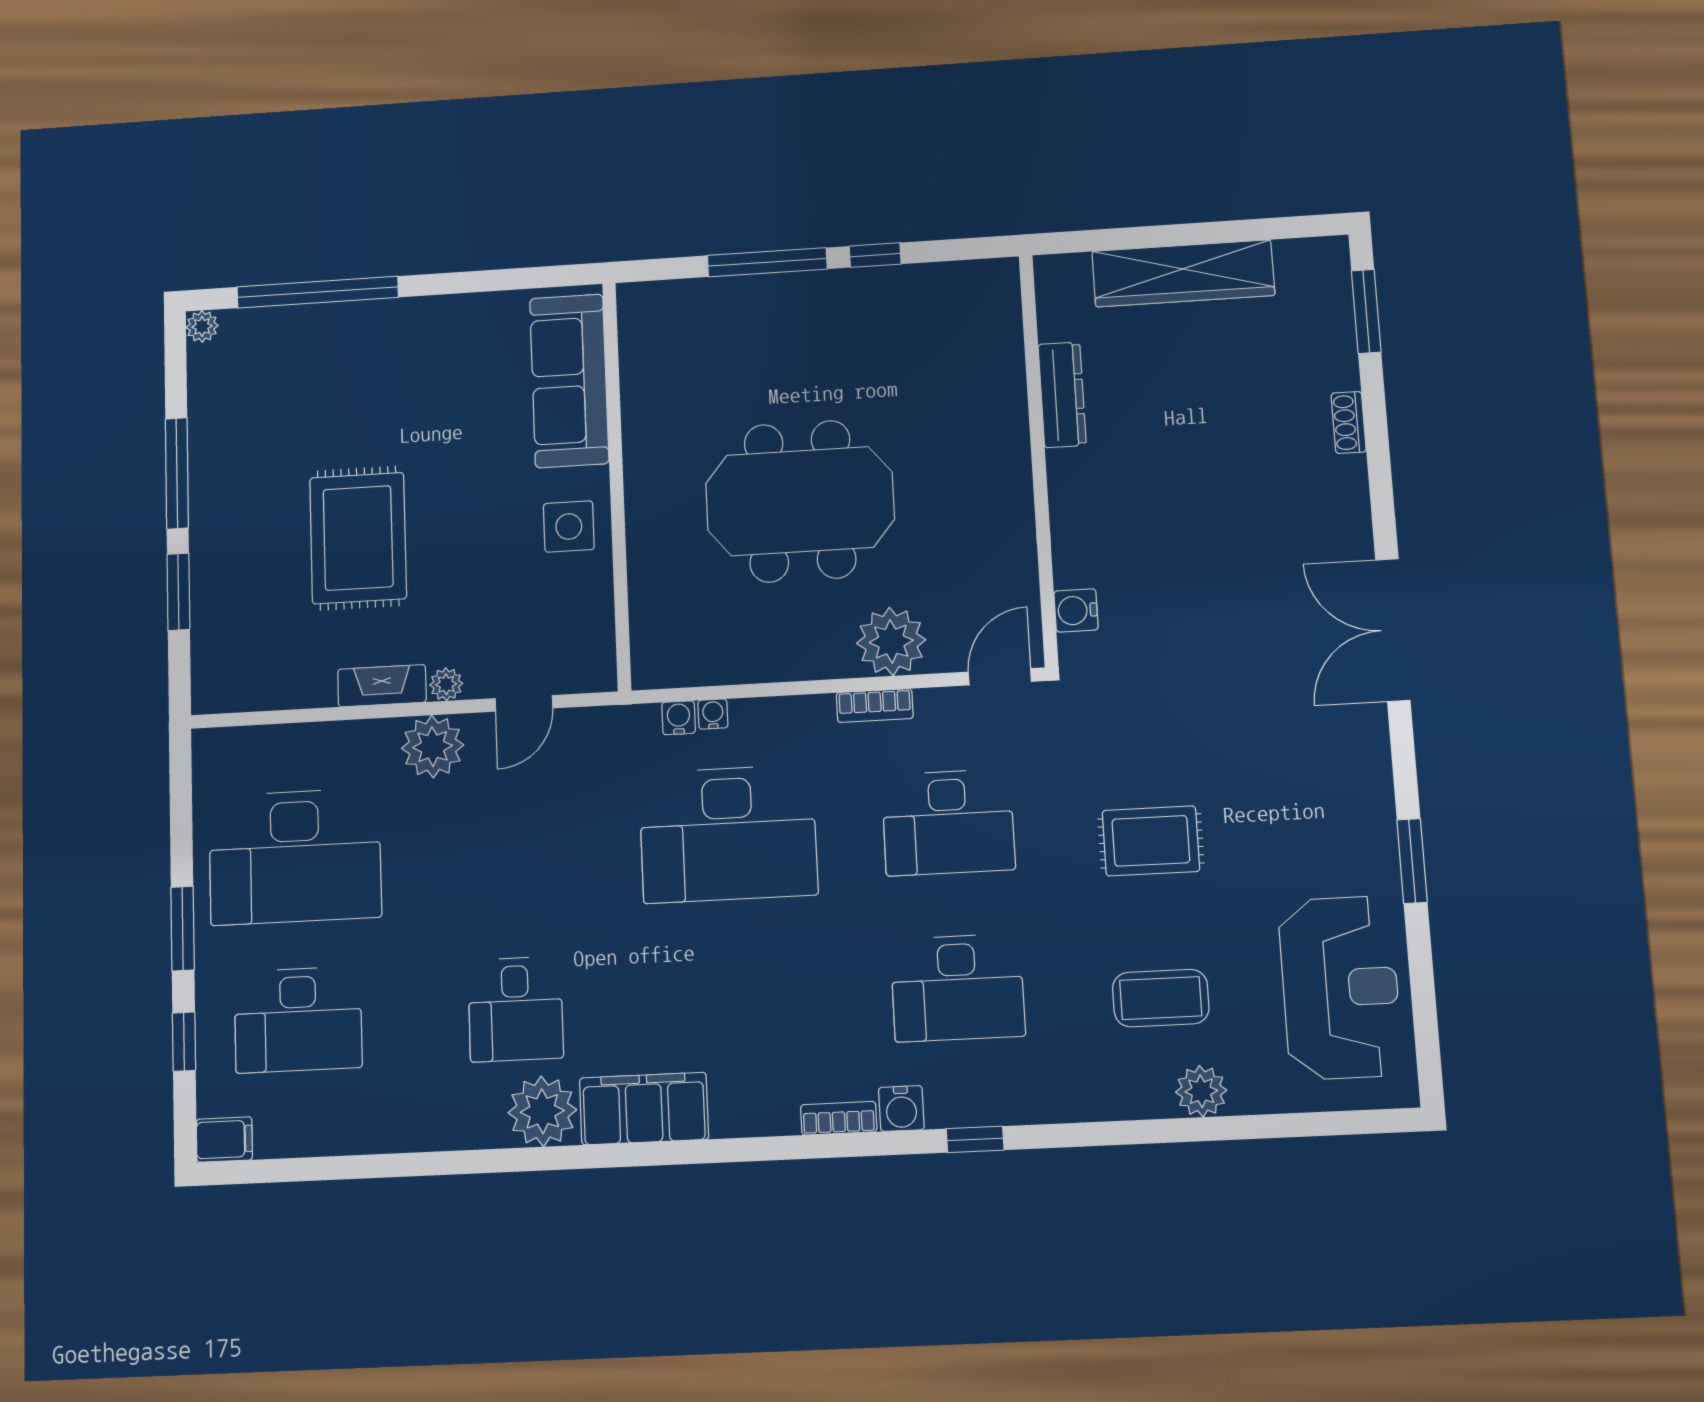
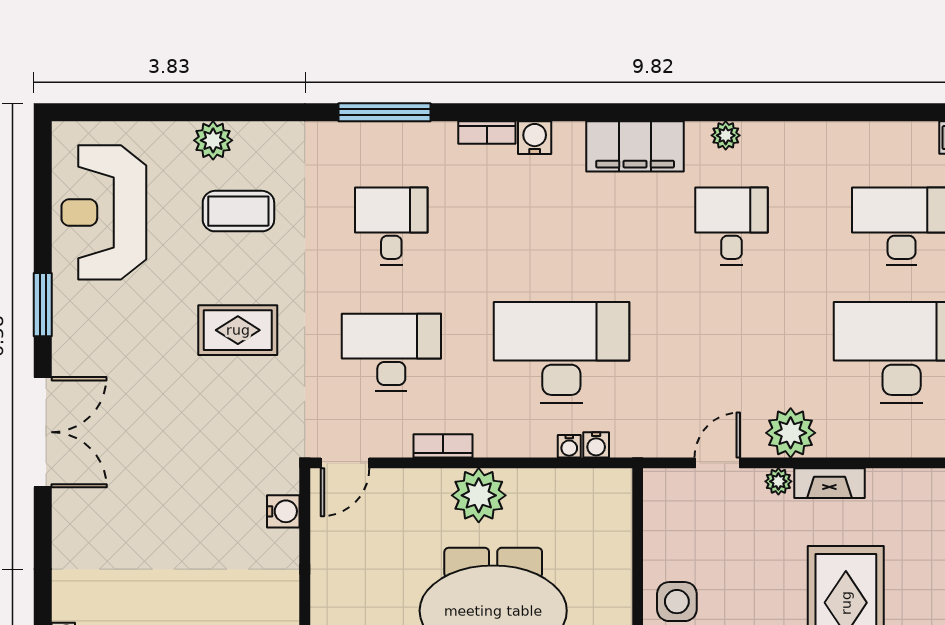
double door: (1393, 630) -> (43, 432), moved
plant: (891, 641) -> (479, 495), moved
desk: (958, 988) -> (391, 226), width x0.73
water cooler: (901, 1109) -> (535, 138), moved
plant: (542, 1111) -> (726, 135), width x0.53, depth x0.53
window: (975, 1139) -> (385, 112), width x2.17

